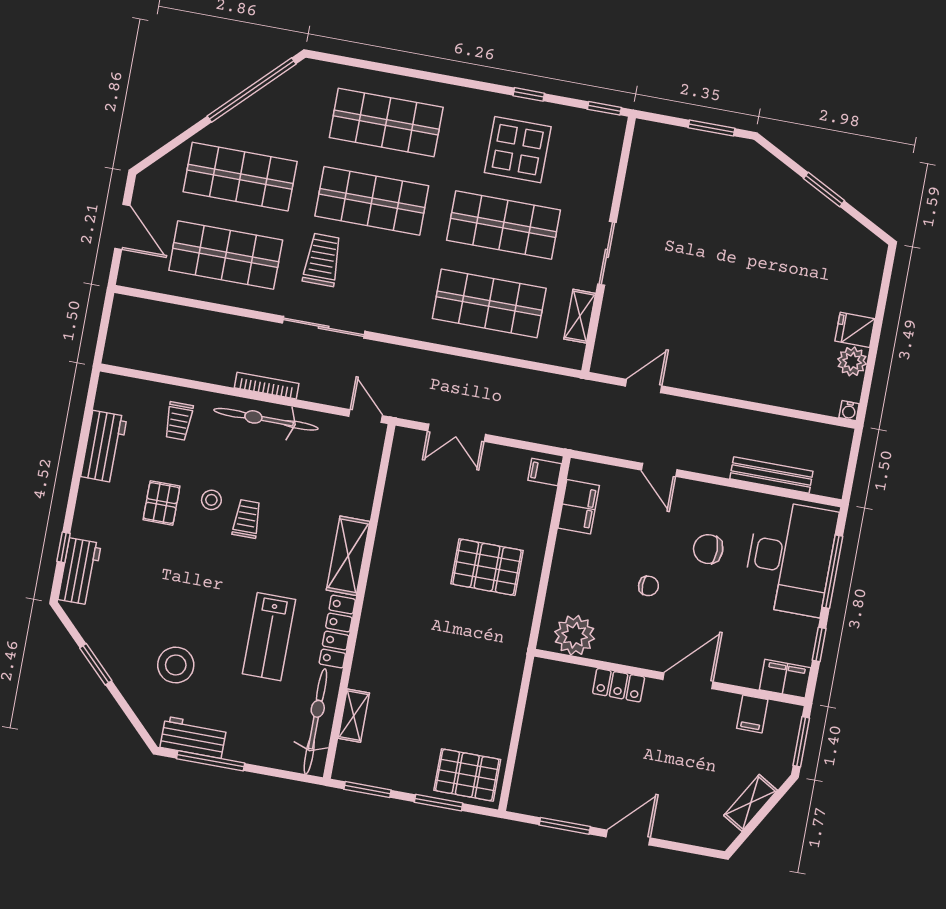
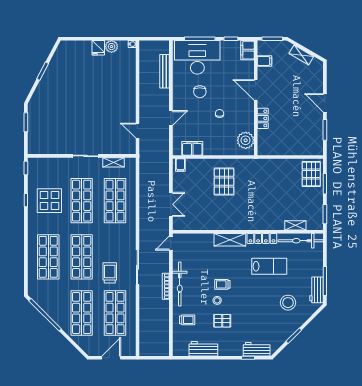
trolley: (322, 260) -> (110, 273), turned 90

